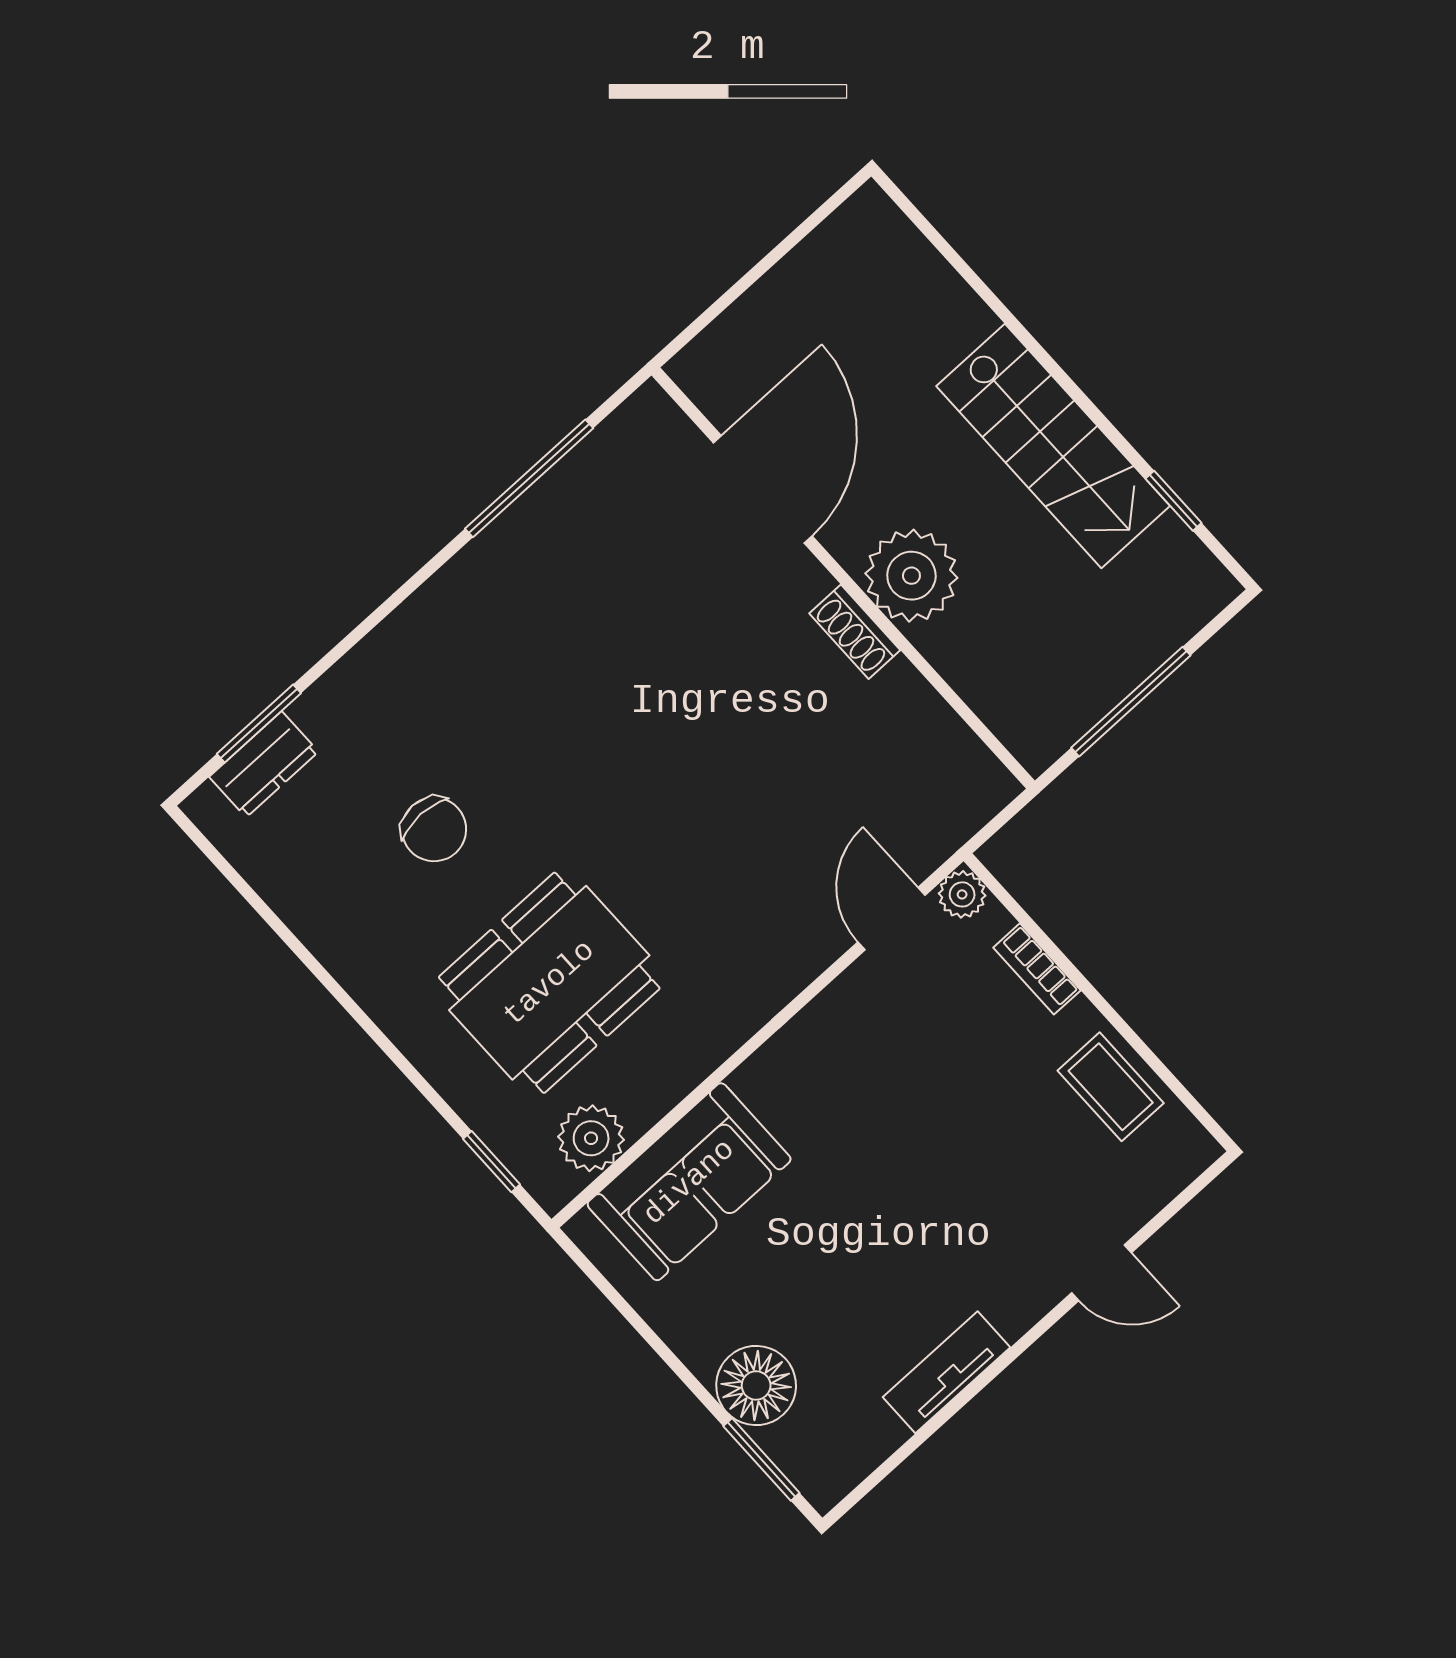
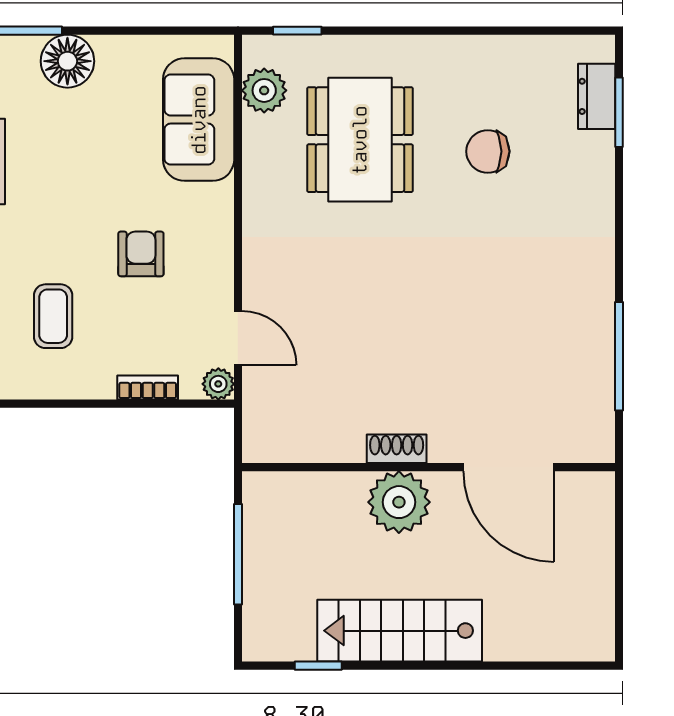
coffee table: (1111, 1087) -> (53, 316), moved, turned 90
armchair: (896, 1111) -> (141, 254), added

